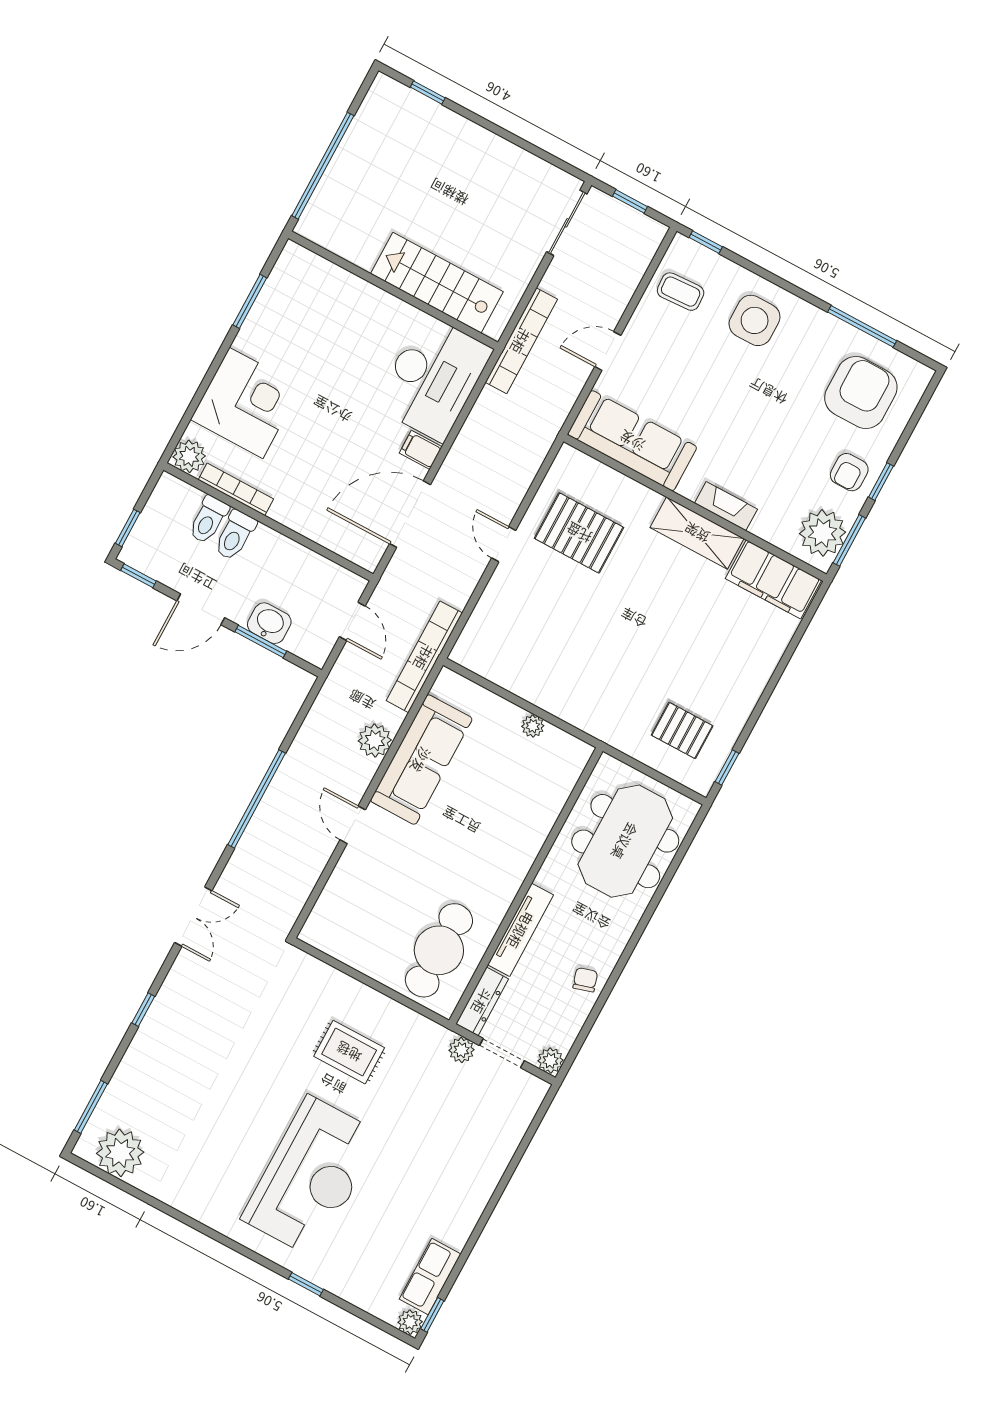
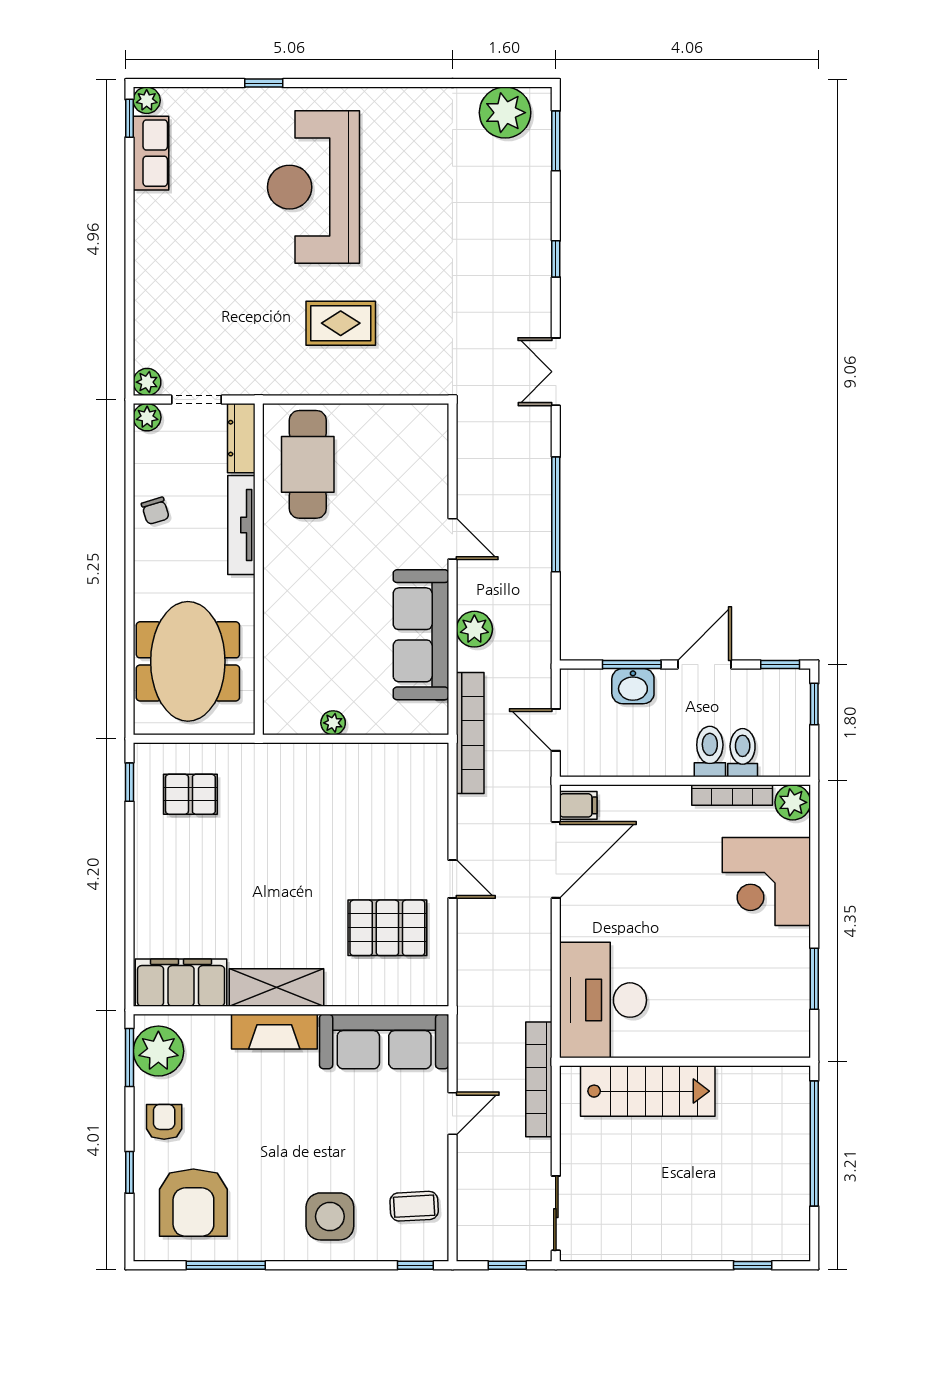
filing cabinet: (421, 450) -> (578, 805), moved
window: (881, 482) -> (129, 1172), moved
fireplace: (726, 506) -> (274, 1032), width x1.37, depth x1.32
plant: (461, 1050) -> (147, 382), moved

